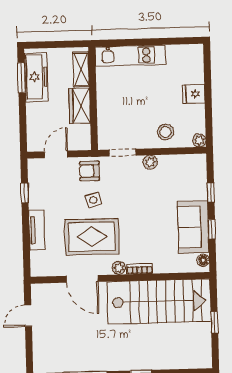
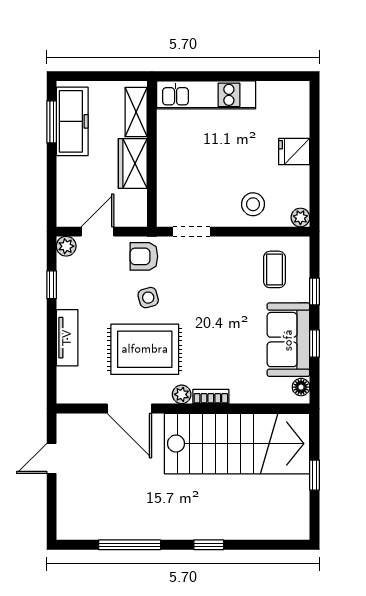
plant: (150, 162) -> (66, 246), moved
coffee table: (182, 178) -> (274, 269), added

